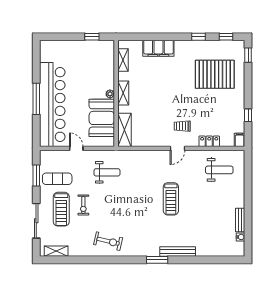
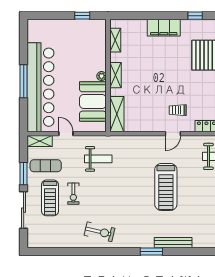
filing cabinet: (158, 48) -> (164, 28), moved
window: (36, 176) -> (24, 174), moved
treadmill: (171, 199) -> (166, 187), width x1.37, depth x1.38
shelving: (56, 251) -> (40, 141), moved

